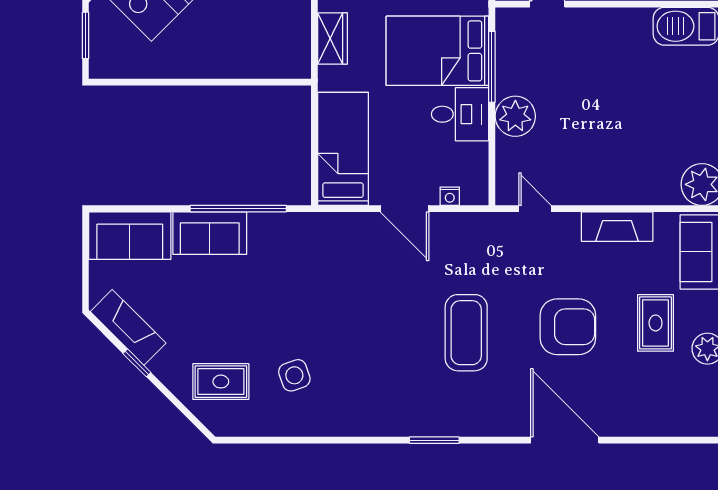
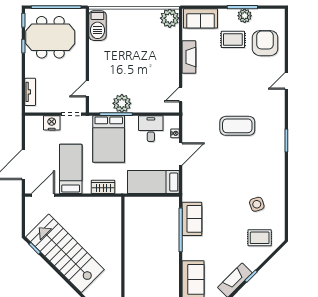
desk: (460, 114) -> (151, 129), moved
plant: (515, 116) -> (122, 103), moved
sofa: (210, 233) -> (192, 219), moved
armchair: (568, 327) -> (265, 43), moved
rug: (221, 382) -> (260, 238), turned 90
door: (565, 440) -> (286, 81), width x0.53

